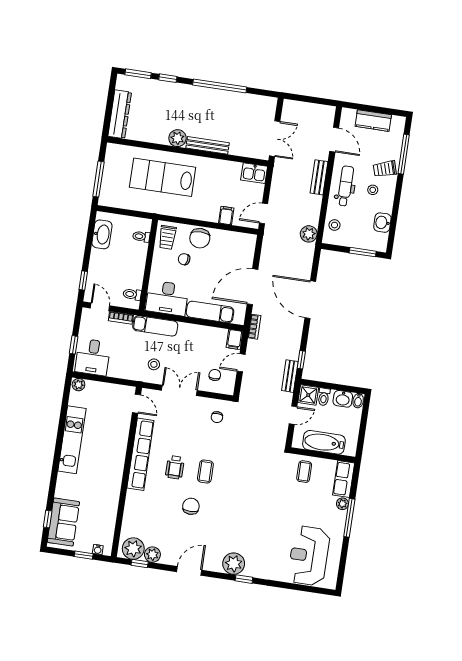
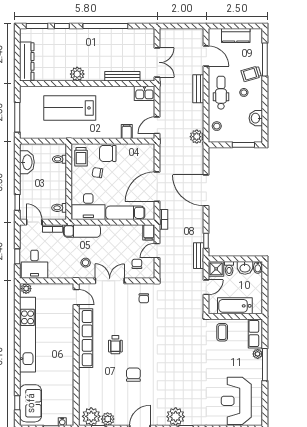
bench: (208, 145) -> (122, 76), moved
chair: (200, 238) -> (108, 153), turned 90
kitchen unit: (72, 440) -> (28, 335), width x1.36
coffee table: (205, 472) -> (141, 344), removed

